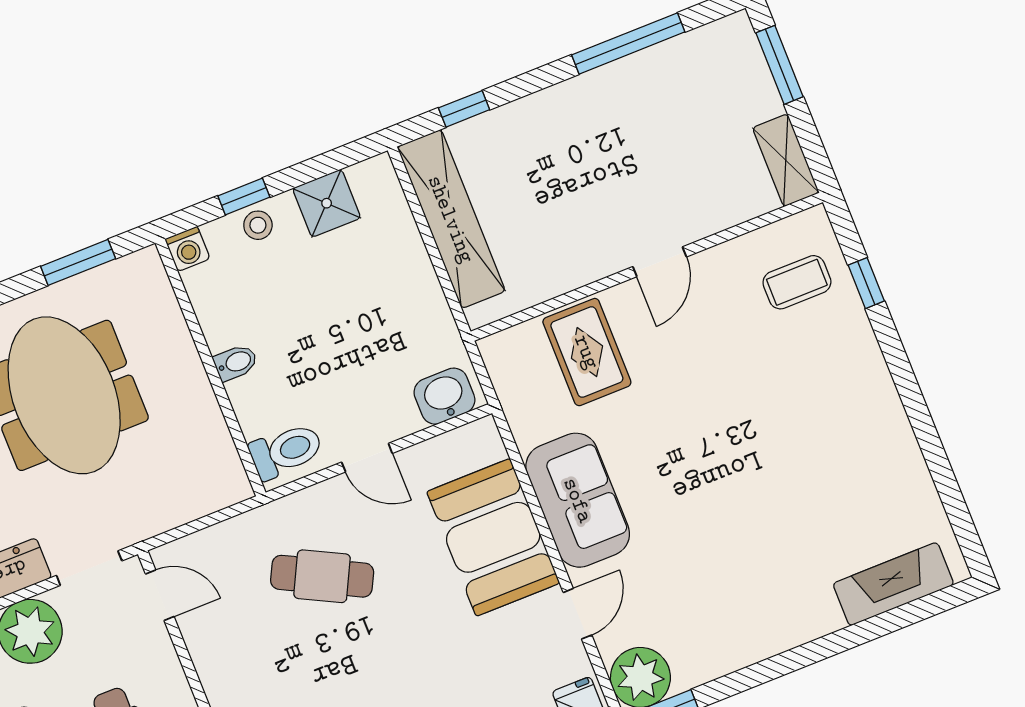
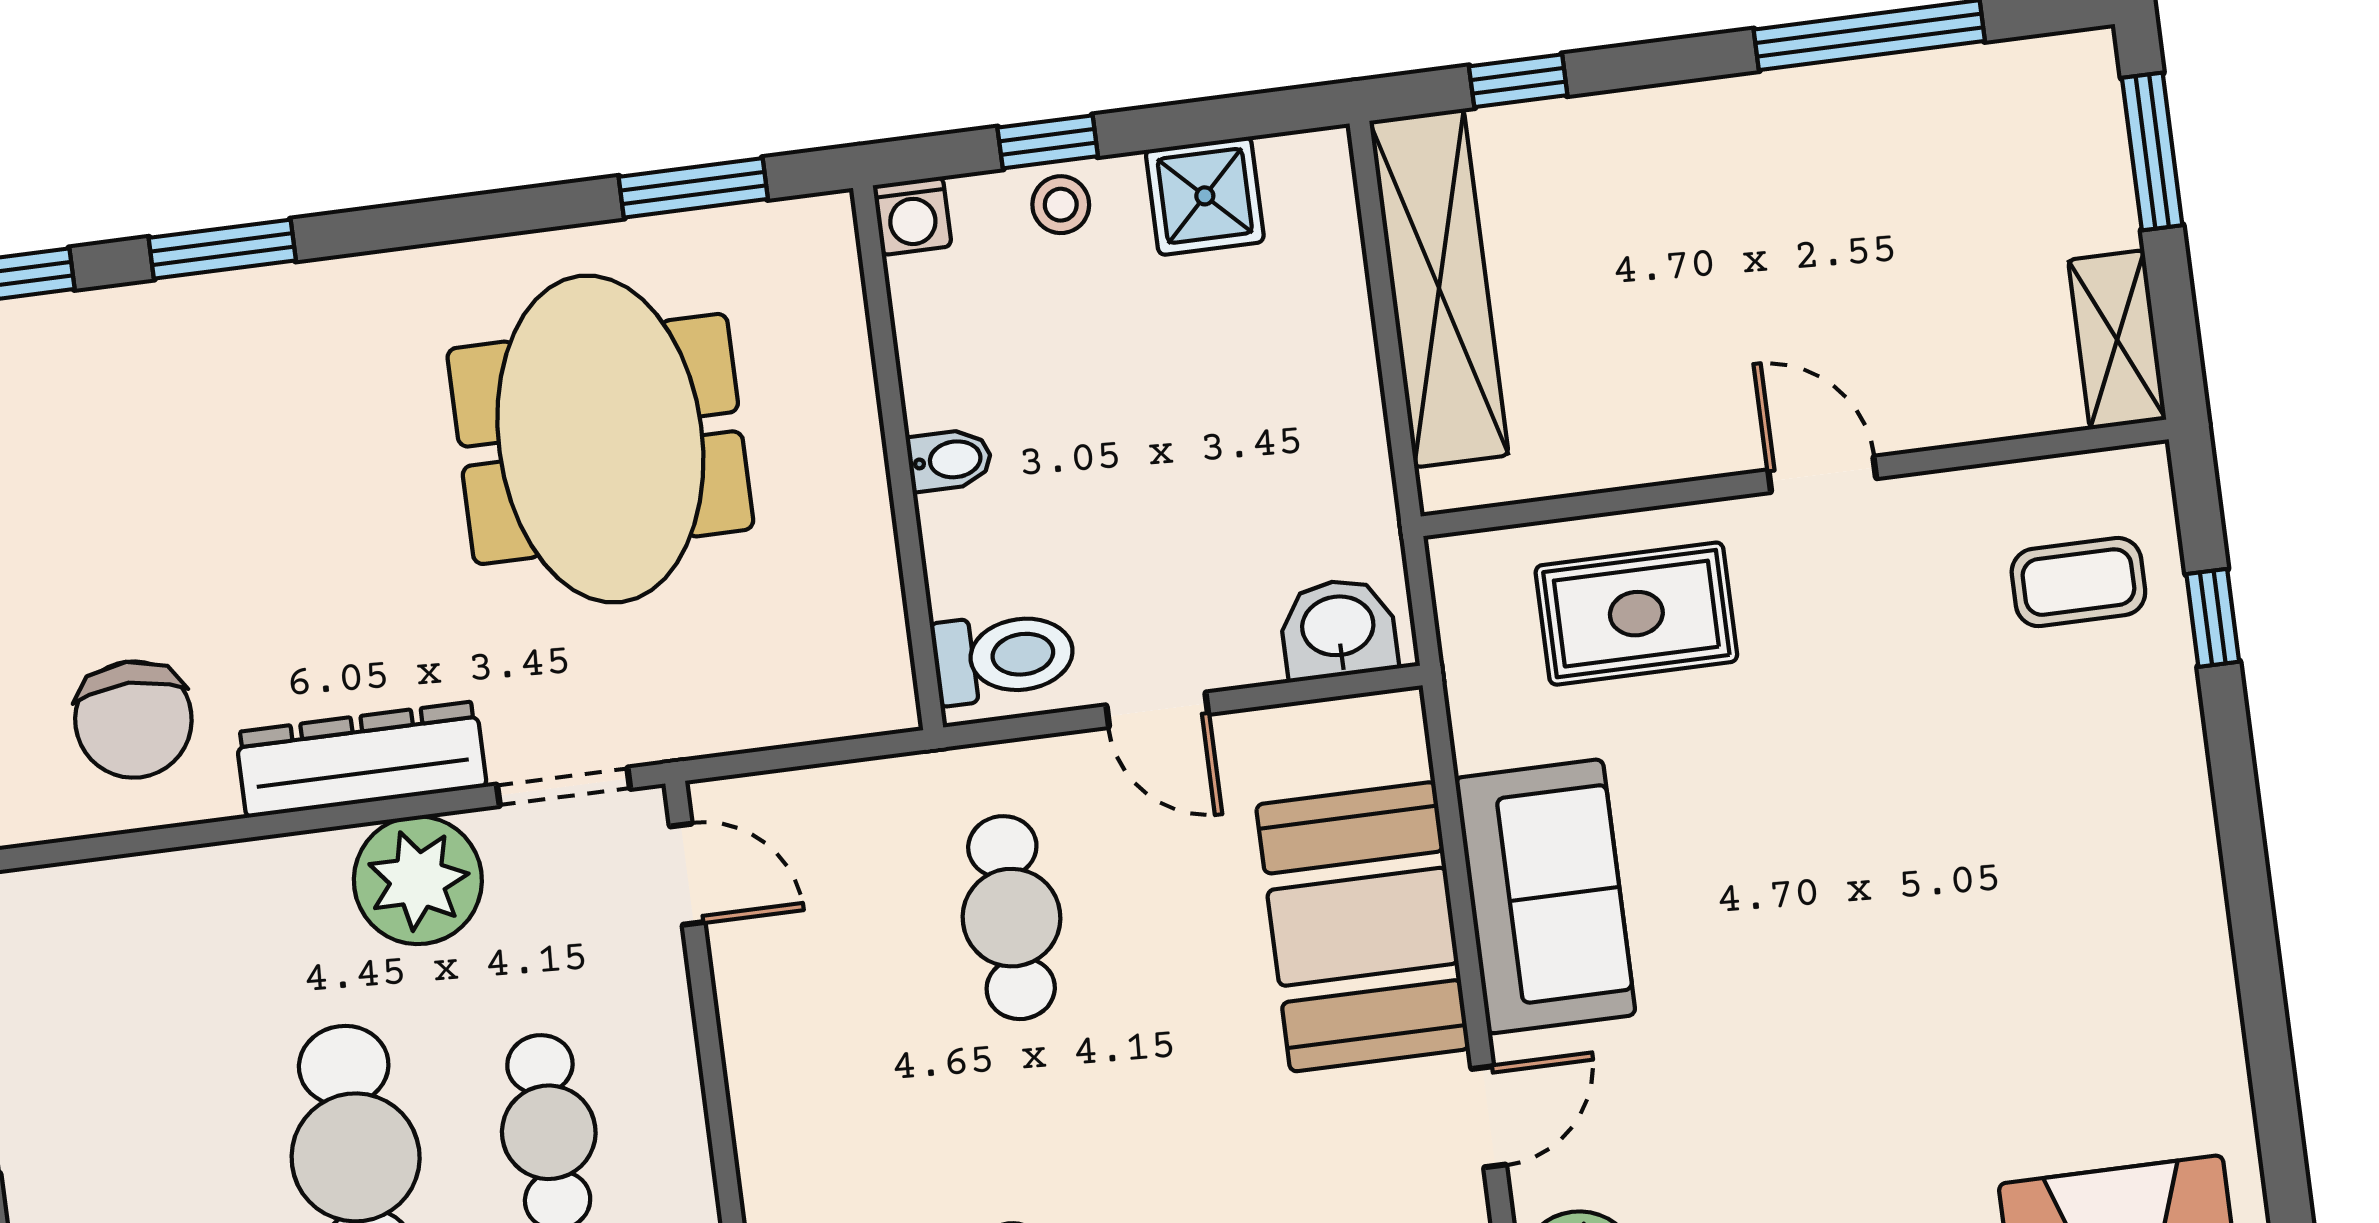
door: (660, 262) -> (1822, 474), swing flipped
rug: (587, 352) -> (1636, 614), turned 90
cafe table: (322, 576) -> (1012, 918), turned 63

